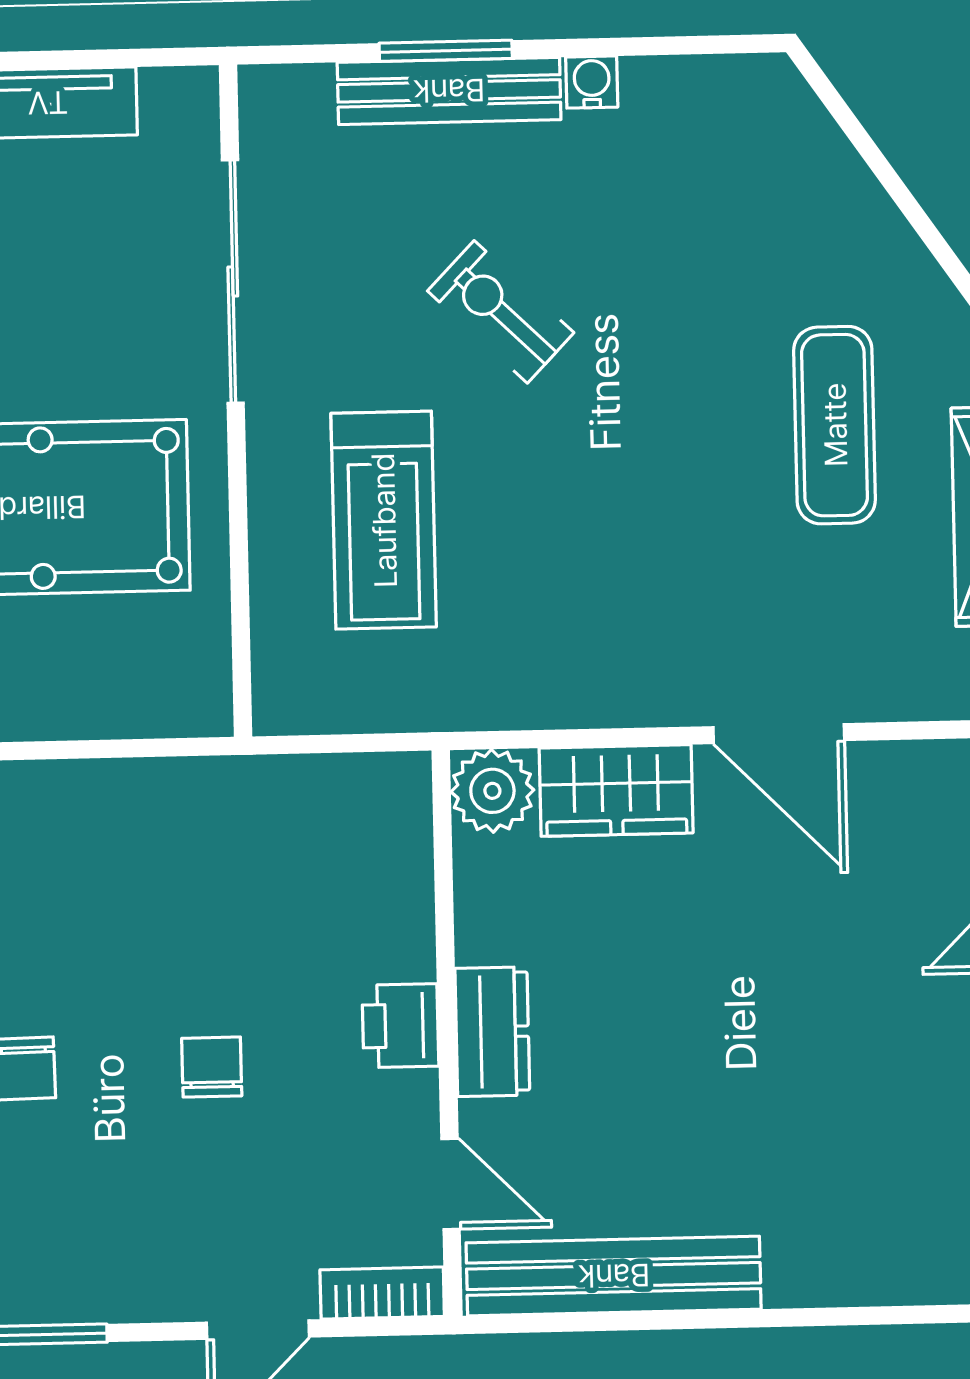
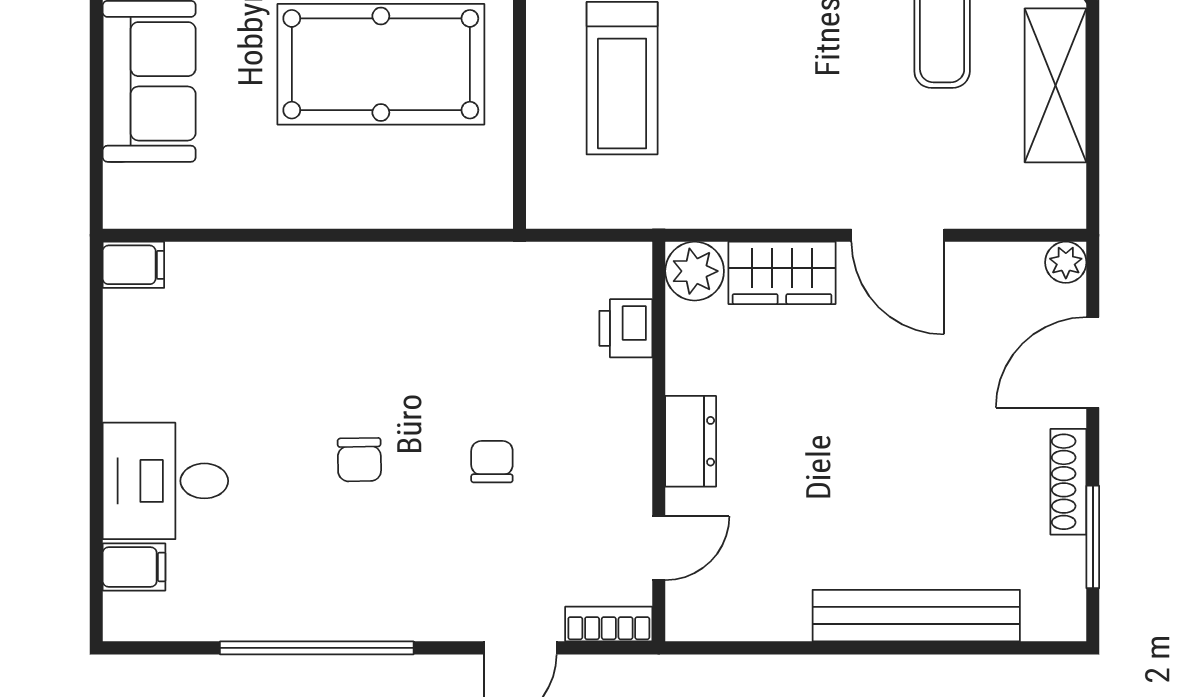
printer: (400, 1026) -> (626, 328), moved
door: (451, 1184) -> (659, 548), hinge flipped
bench: (614, 1276) -> (916, 616), moved

